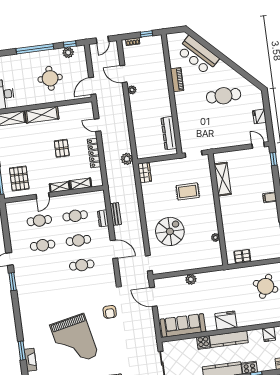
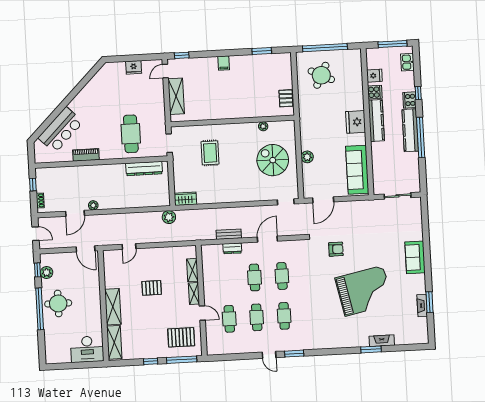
round table: (50, 78) -> (58, 303), moved
cafe table: (224, 96) -> (131, 134), moved
locker: (94, 153) -> (160, 253), removed
shelving: (223, 179) -> (176, 96), moved, turned 90
cafe table: (75, 216) -> (284, 316), moved
spiral stairs: (170, 231) -> (273, 160), moved
cooker: (203, 343) -> (375, 92), moved

